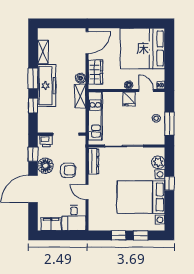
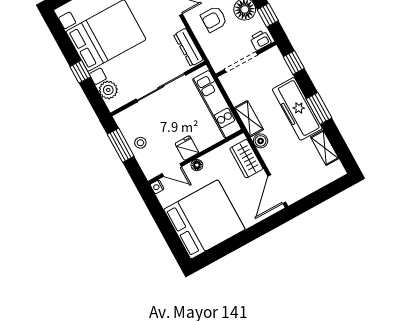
window: (33, 106) -> (294, 63), moved

